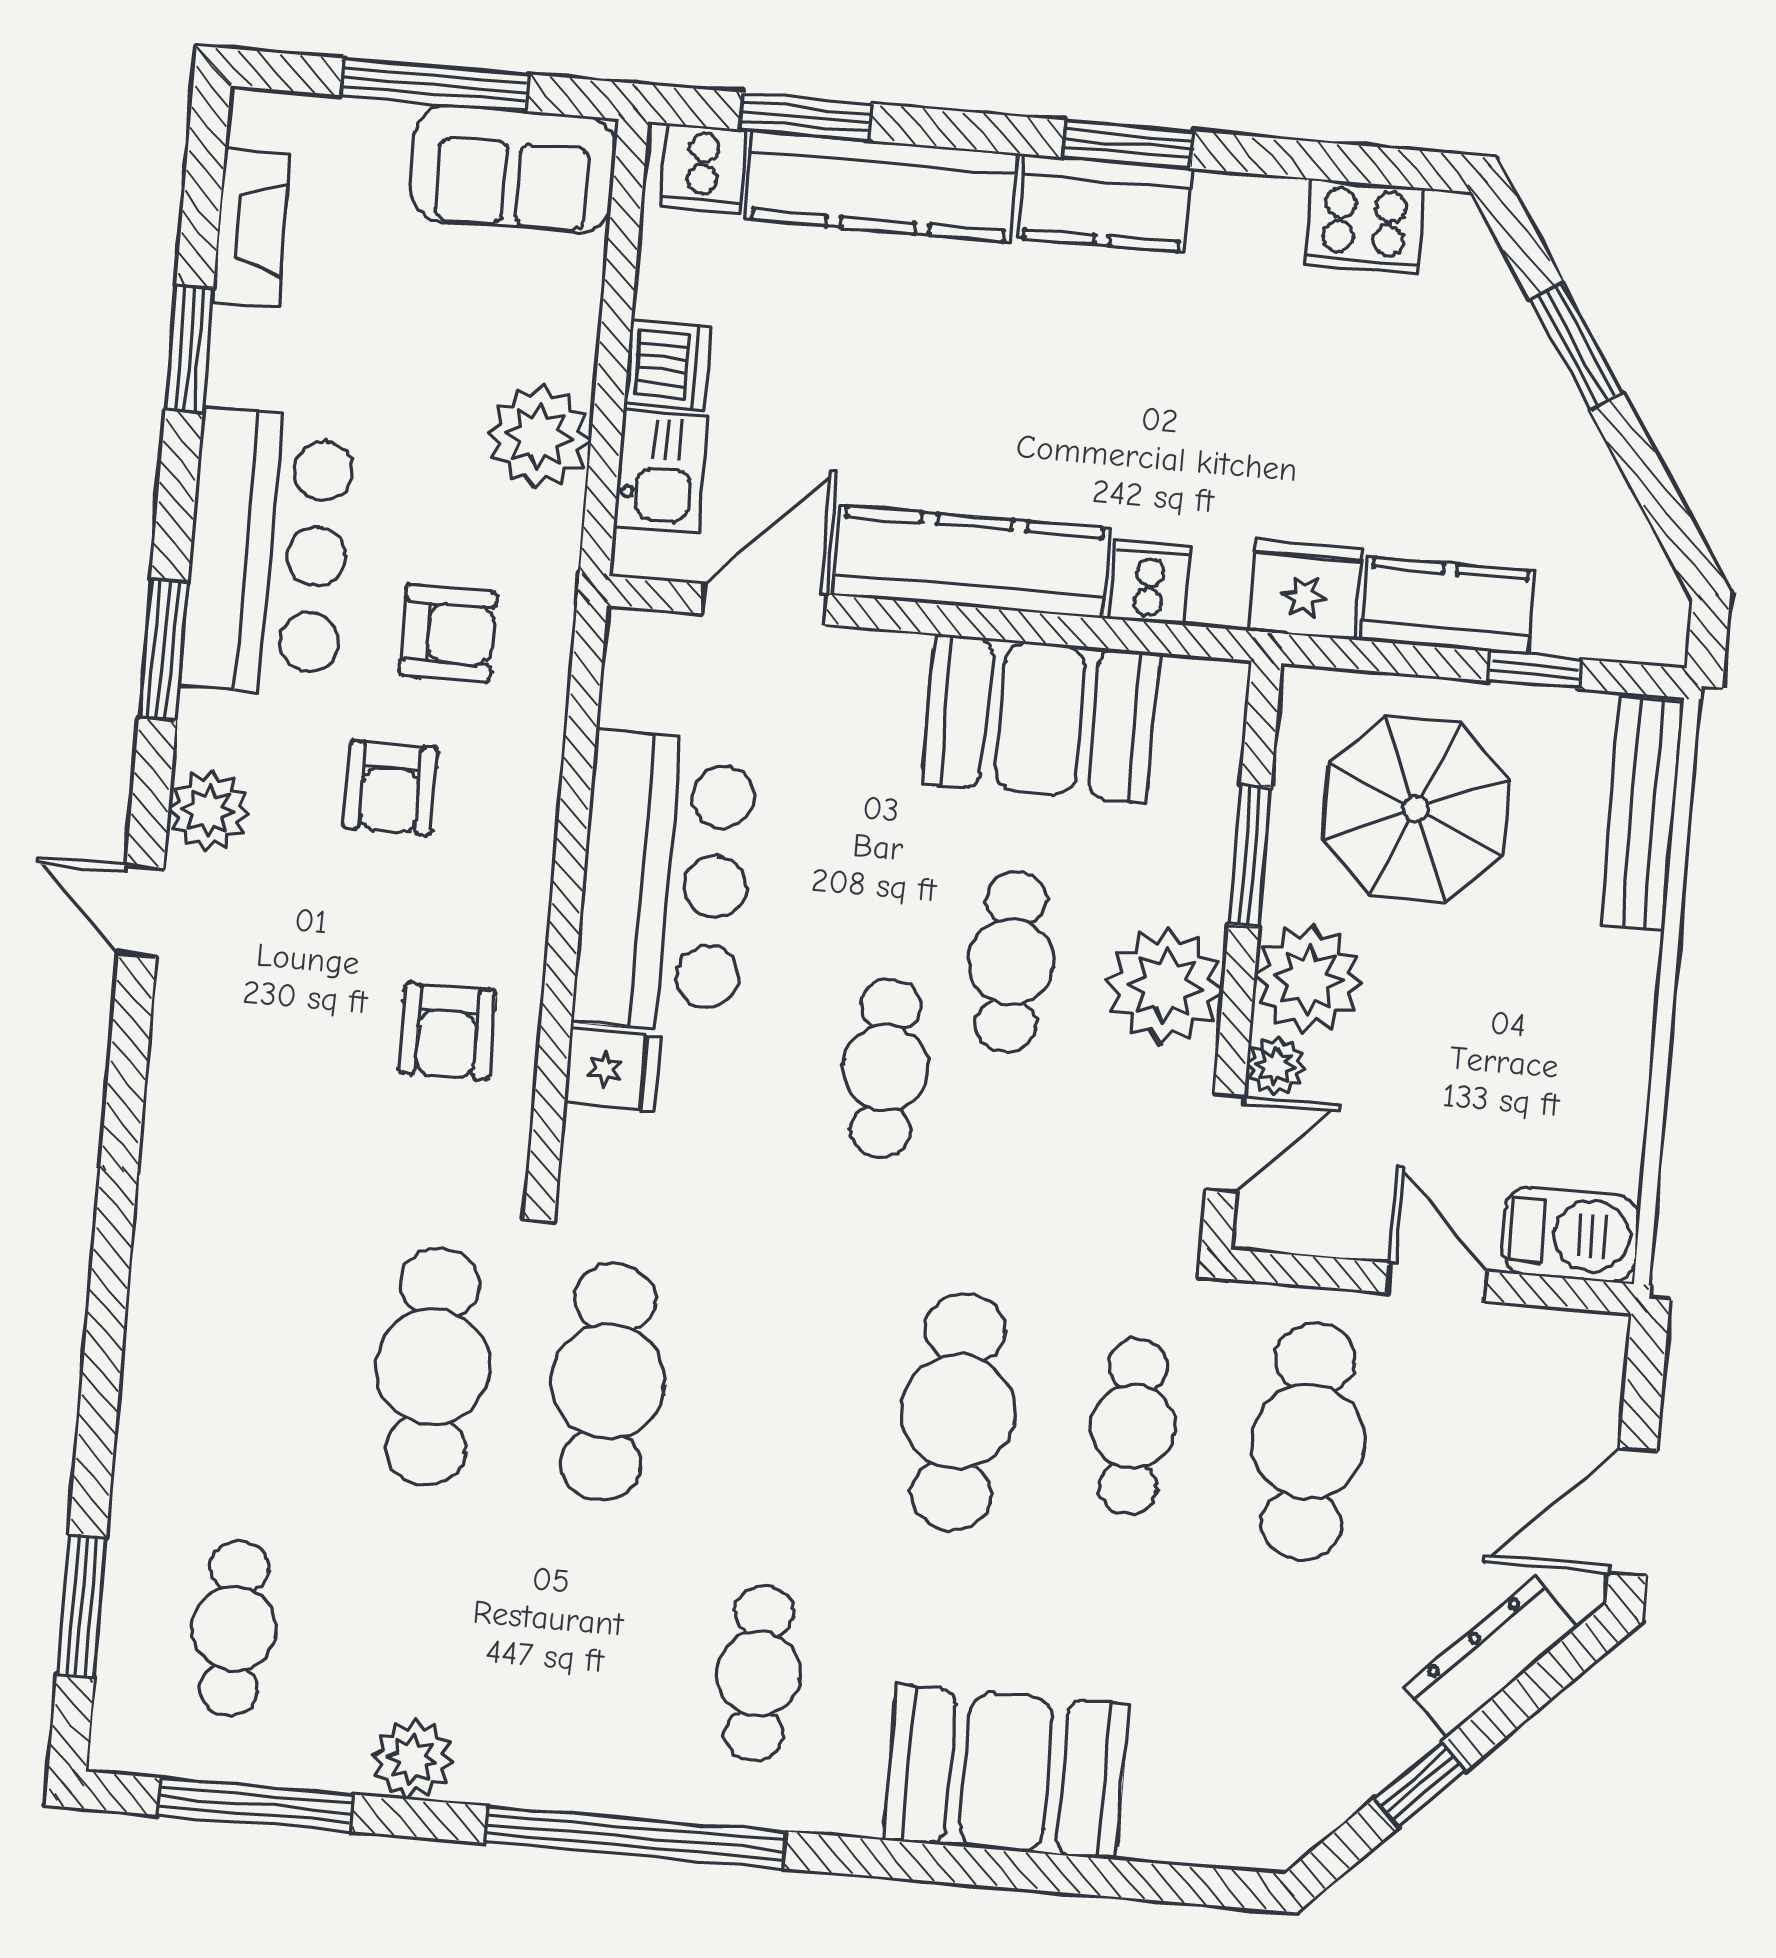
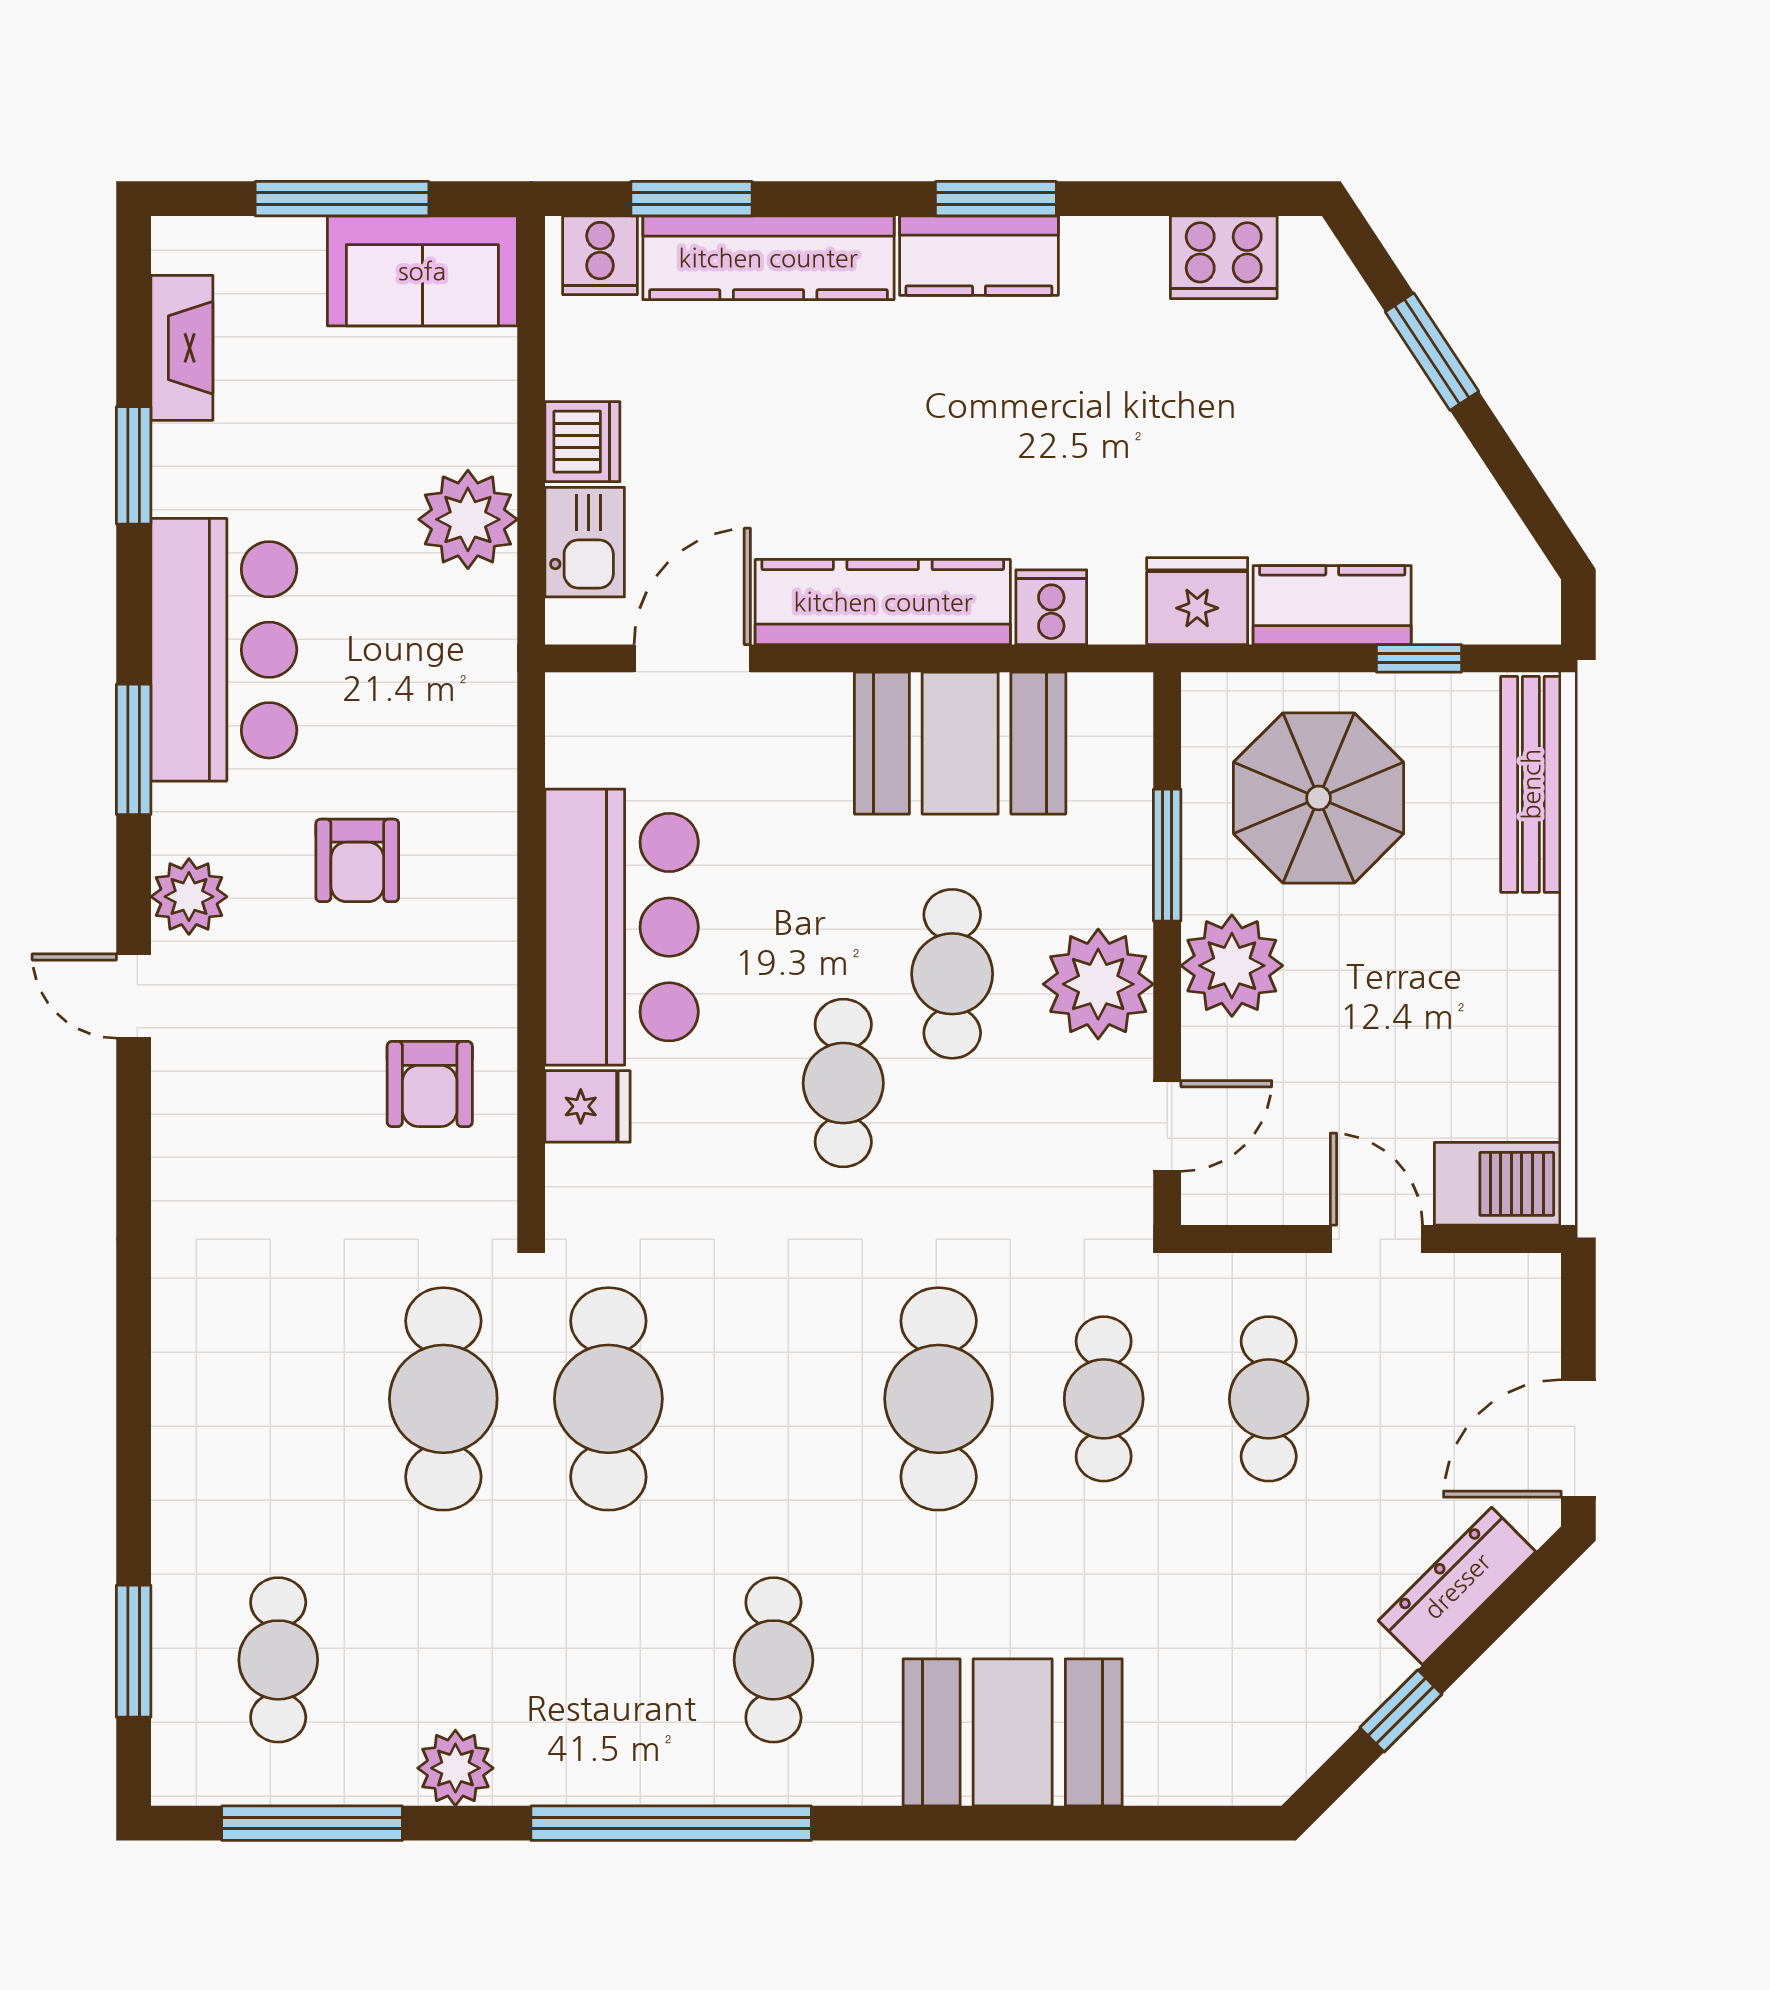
armchair: (448, 633) -> (399, 711), removed
plant: (1276, 1066) -> (1208, 1050), removed
cafe table: (1308, 1442) -> (1269, 1399), width x0.73, depth x0.74

